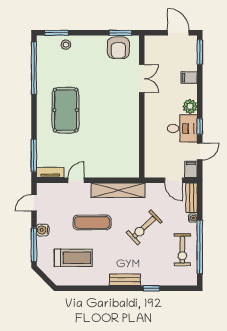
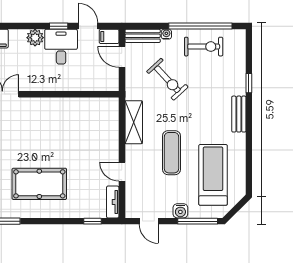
window: (34, 155) -> (92, 221), width x0.46
door: (174, 180) -> (122, 57), swing flipped
shelving: (118, 190) -> (134, 122), width x0.68
exercise bike: (144, 227) -> (167, 79), moved
treadmill: (73, 258) -> (213, 175), width x1.37, depth x1.38

